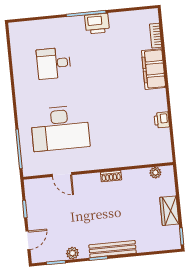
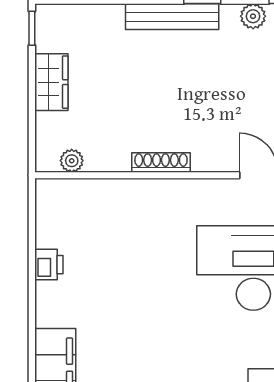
shoe rack: (111, 176) -> (161, 162), width x1.43

